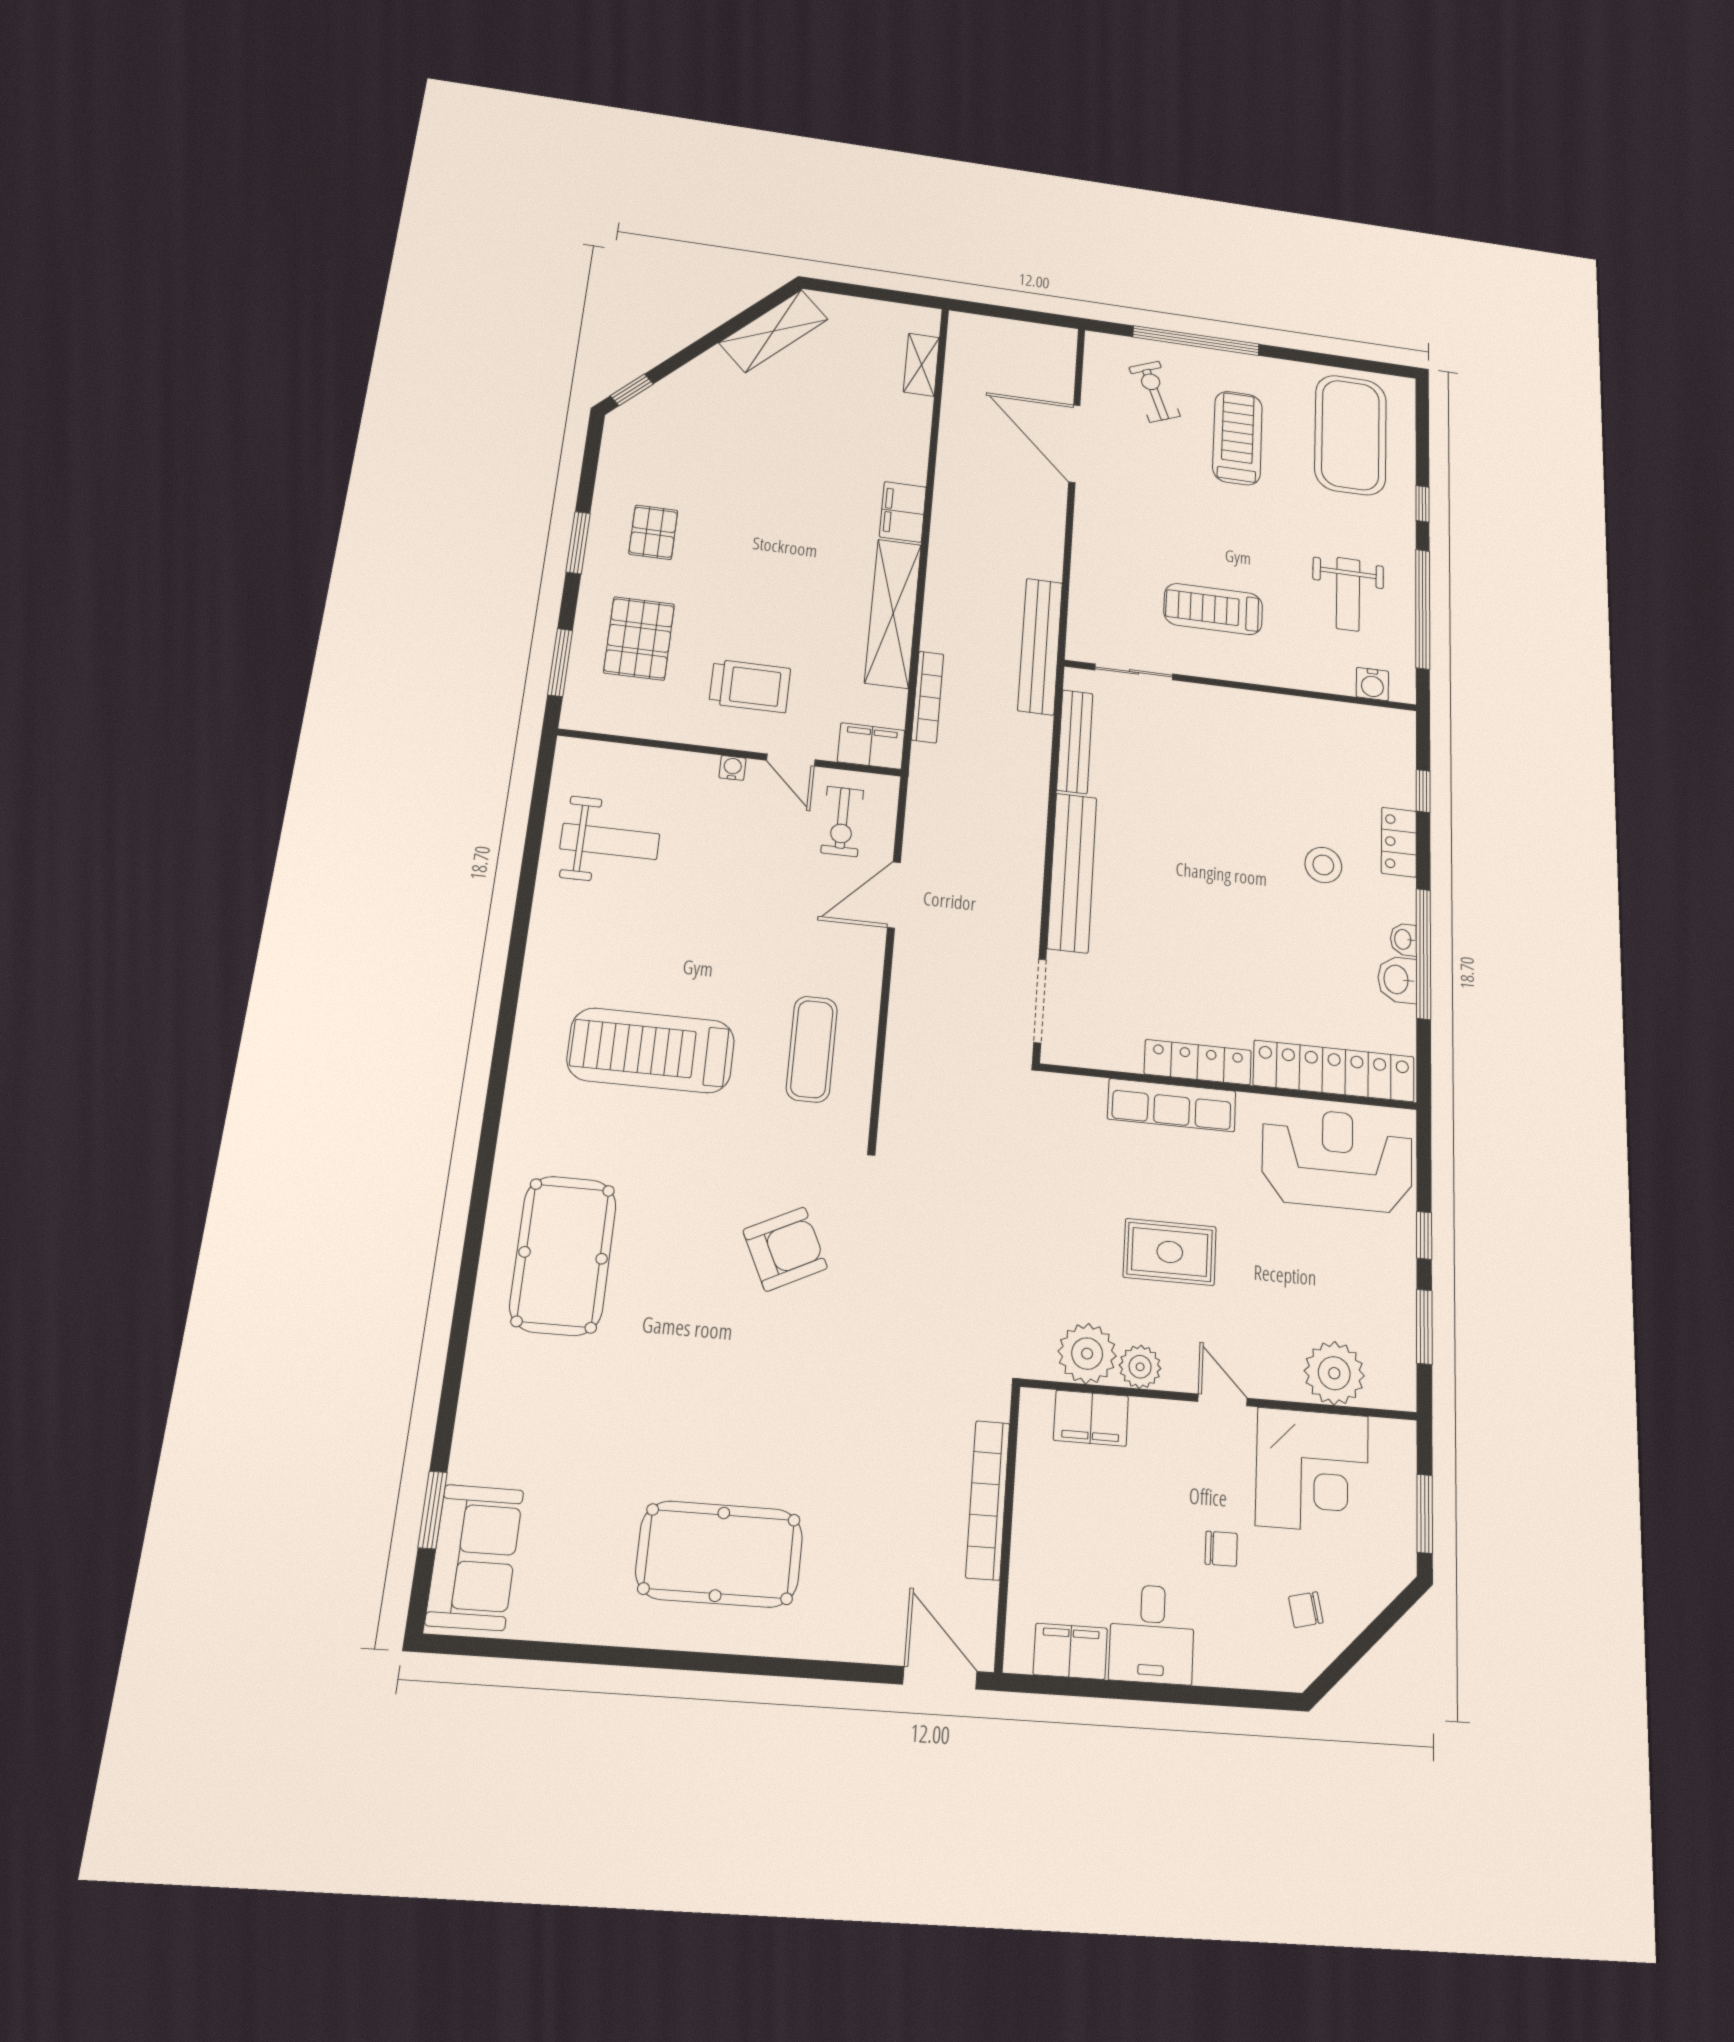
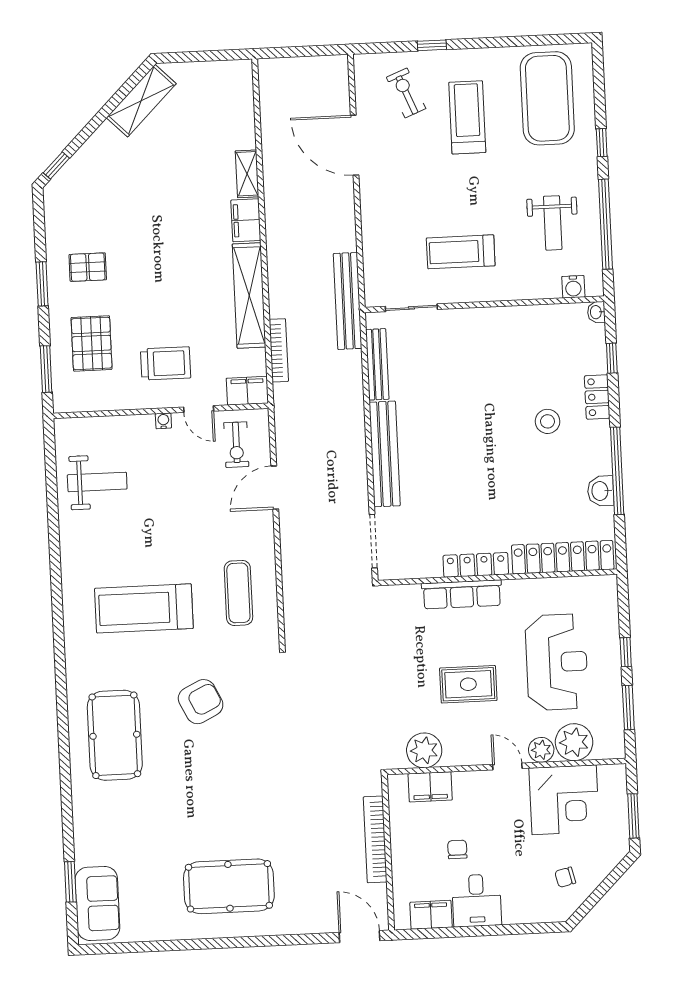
window: (1196, 341) -> (432, 45), width x0.32
shelving: (921, 365) -> (247, 174), moved
pallet: (653, 532) -> (88, 267), turned 90
washbasin: (1403, 939) -> (596, 312), moved
reception desk: (1337, 1160) -> (557, 662), moved, turned 90
armchair: (785, 1249) -> (201, 702), moved
plant: (1140, 1367) -> (541, 750), moved
chair: (1221, 1549) -> (457, 849), moved, turned -90

